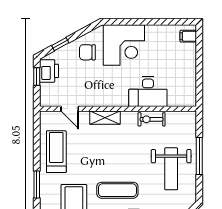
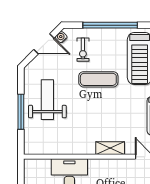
exercise bike: (152, 119) -> (66, 146), removed

